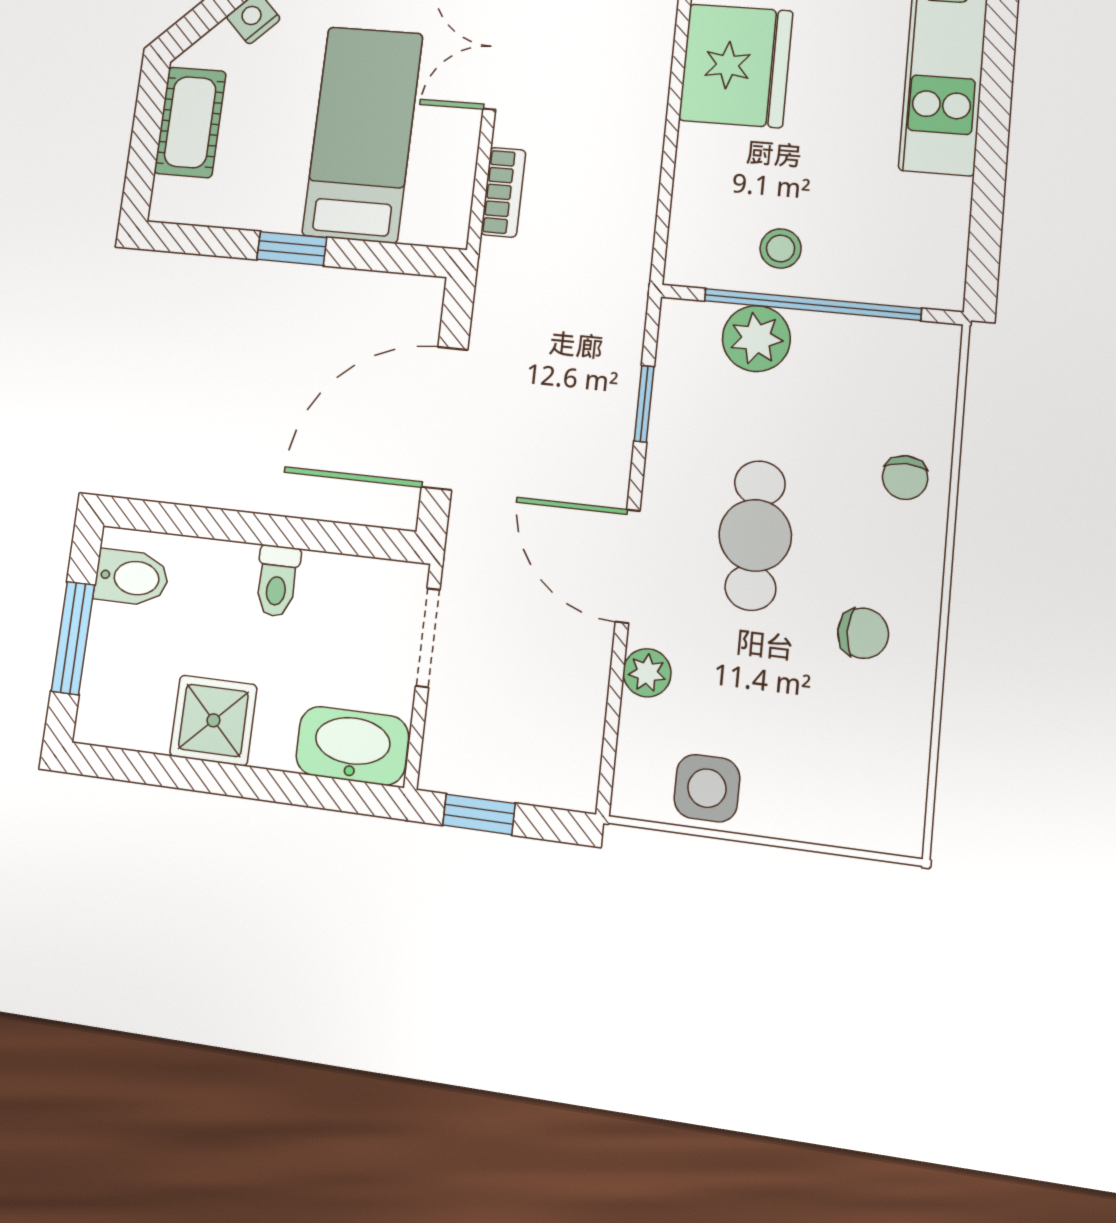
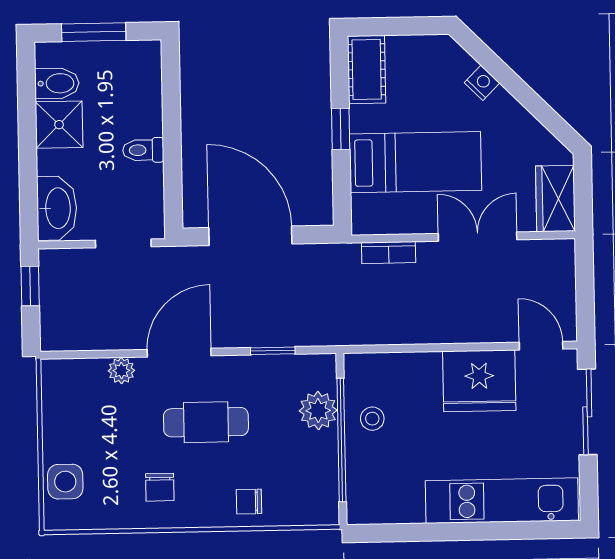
cot: (190, 122) -> (367, 69), moved, turned 90
bidet: (132, 578) -> (57, 83), moved, turned -90
side table: (707, 788) -> (65, 482), moved

